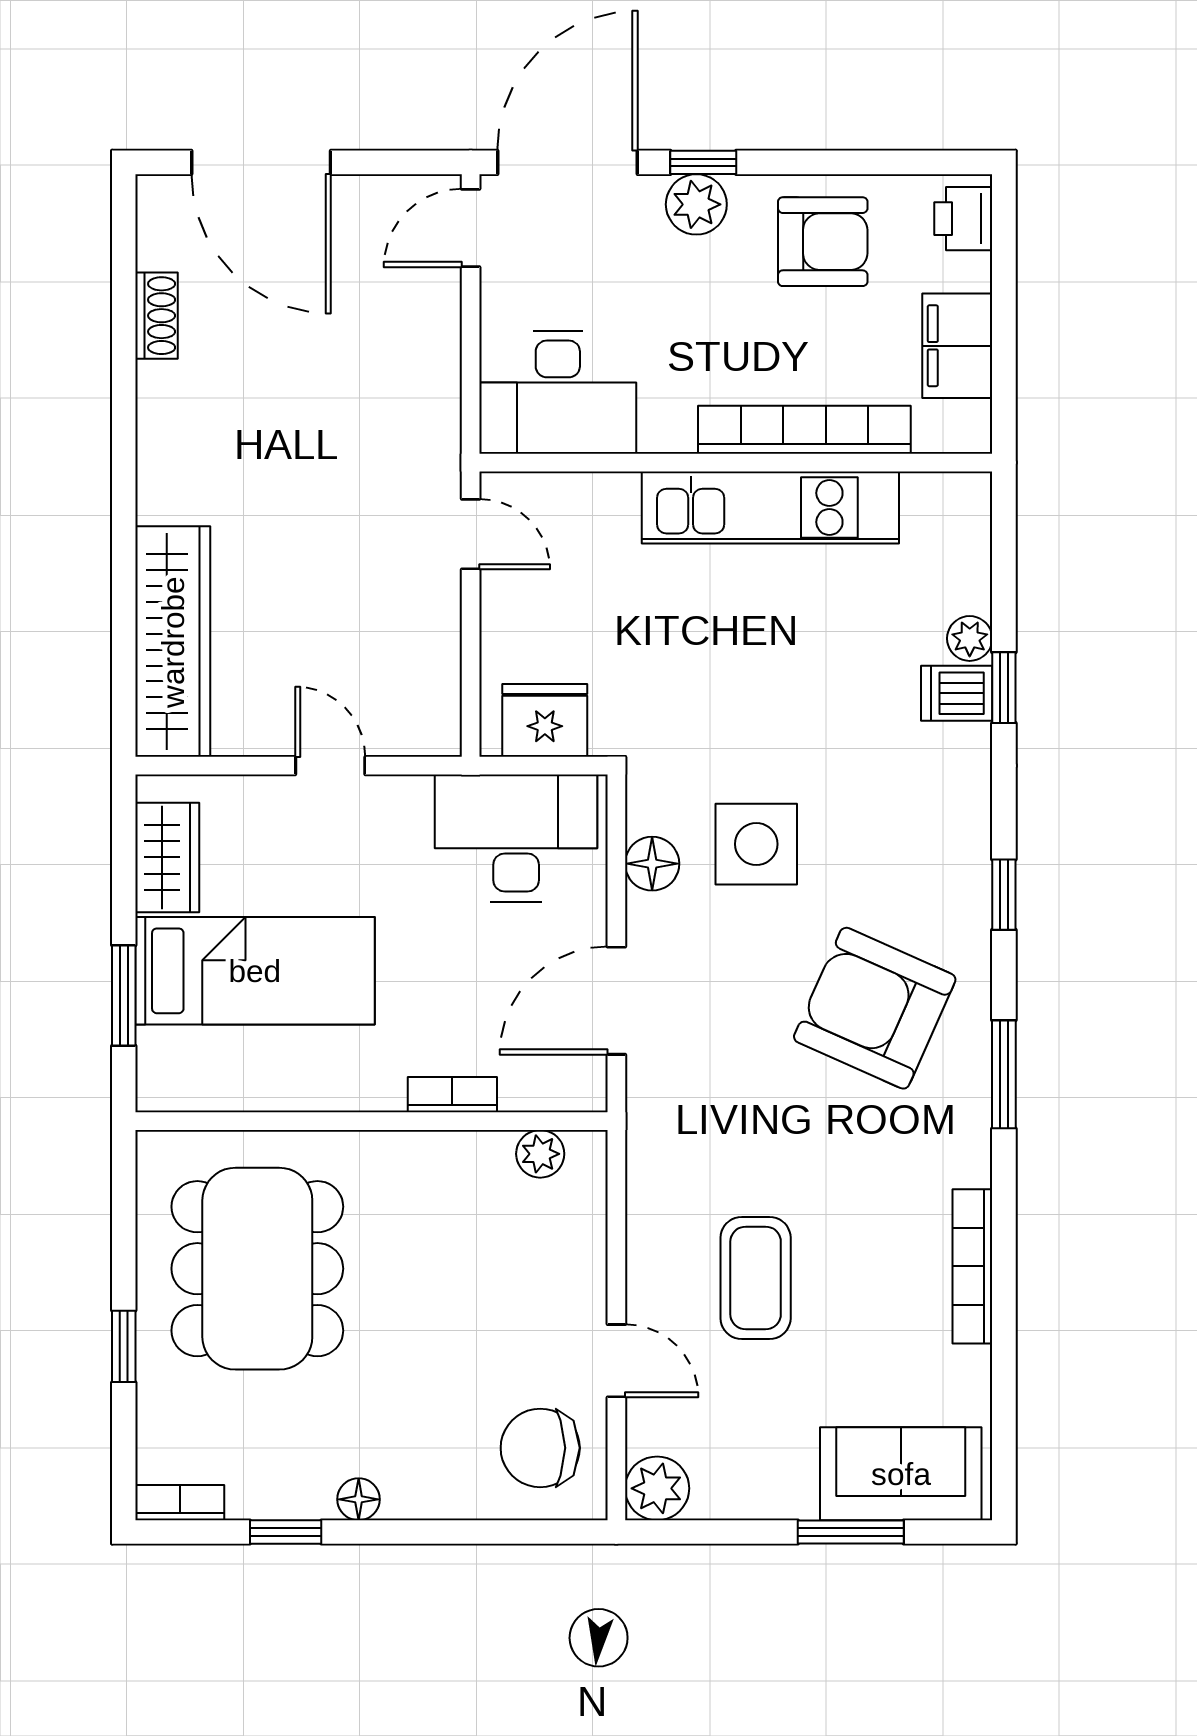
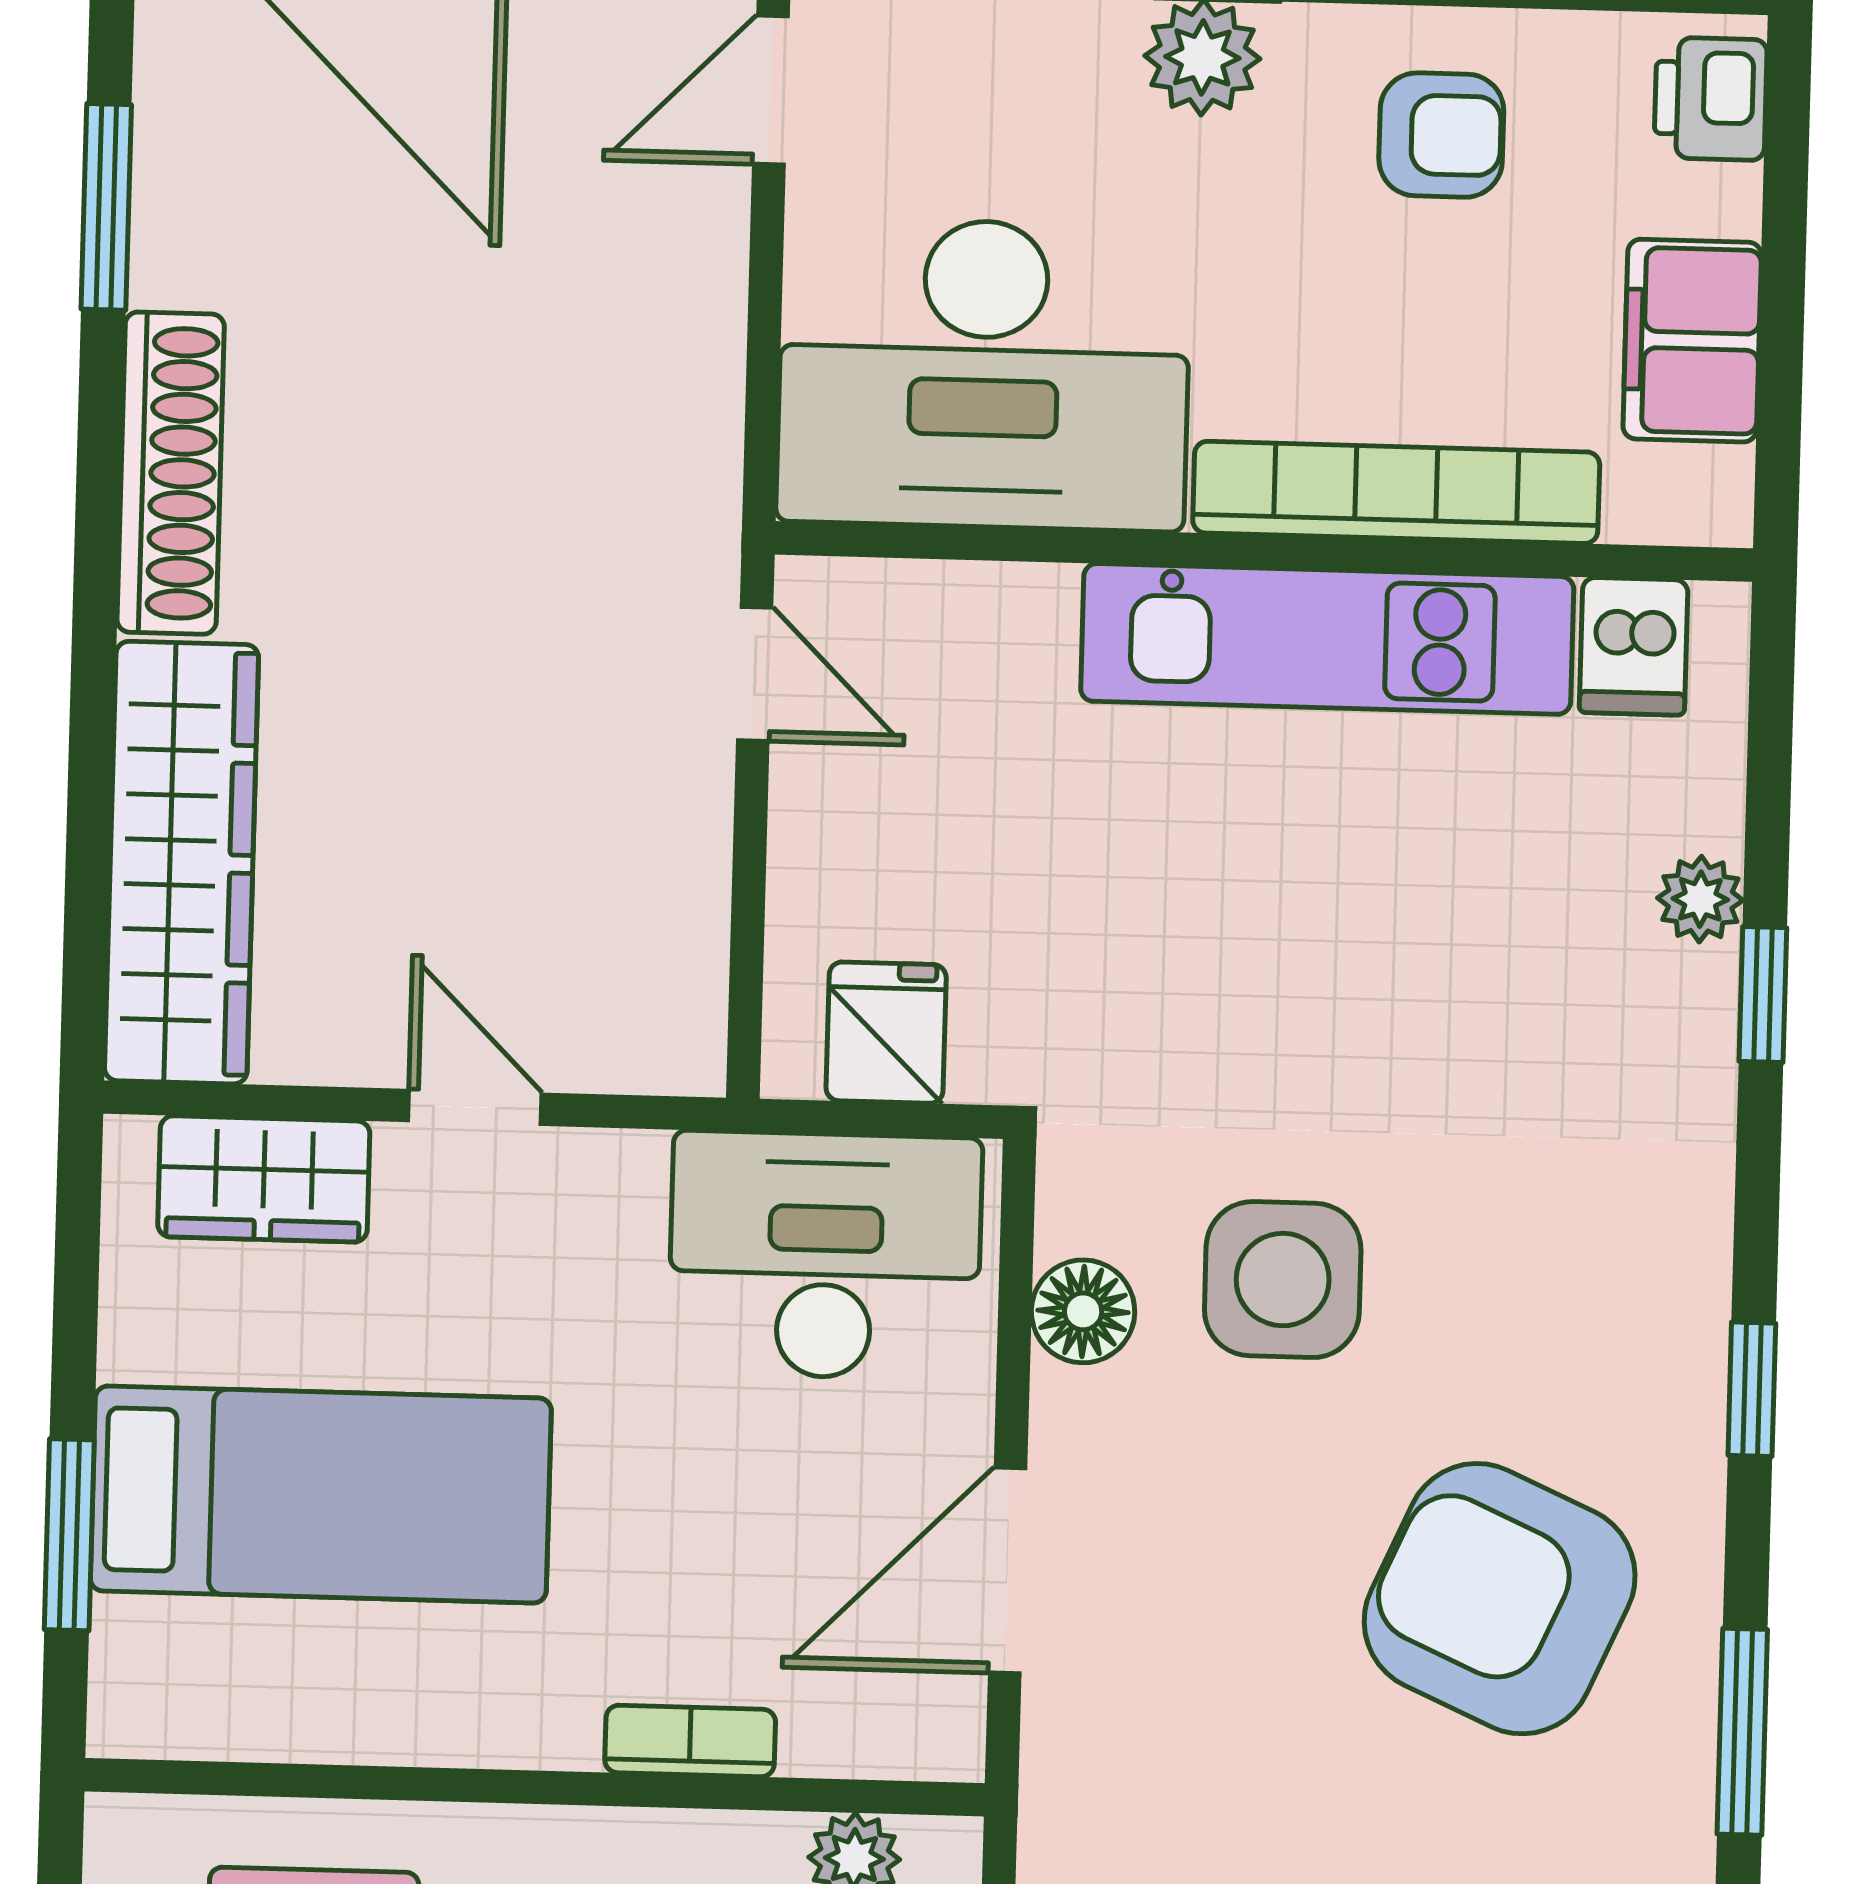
armchair: (823, 242) -> (1441, 135), width x0.72, depth x0.72
window: (124, 299) -> (106, 207), added
shoe rack: (156, 316) -> (171, 473), moved, width x1.94, depth x1.24
desk: (558, 392) -> (984, 374), width x1.36, depth x1.30
dishwasher: (957, 693) -> (1634, 646), moved, turned -90
fridge: (545, 720) -> (886, 1033), width x0.72
wardrobe: (167, 857) -> (264, 1179), moved, turned 90

